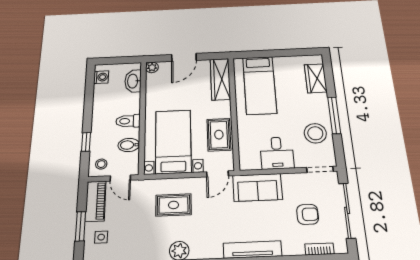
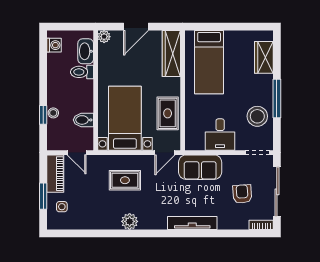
toilet: (128, 121) -> (82, 72), moved
stool: (101, 164) -> (53, 113), moved
armchair: (308, 214) -> (242, 194), turned -94
bookcase: (319, 249) -> (261, 225), moved

